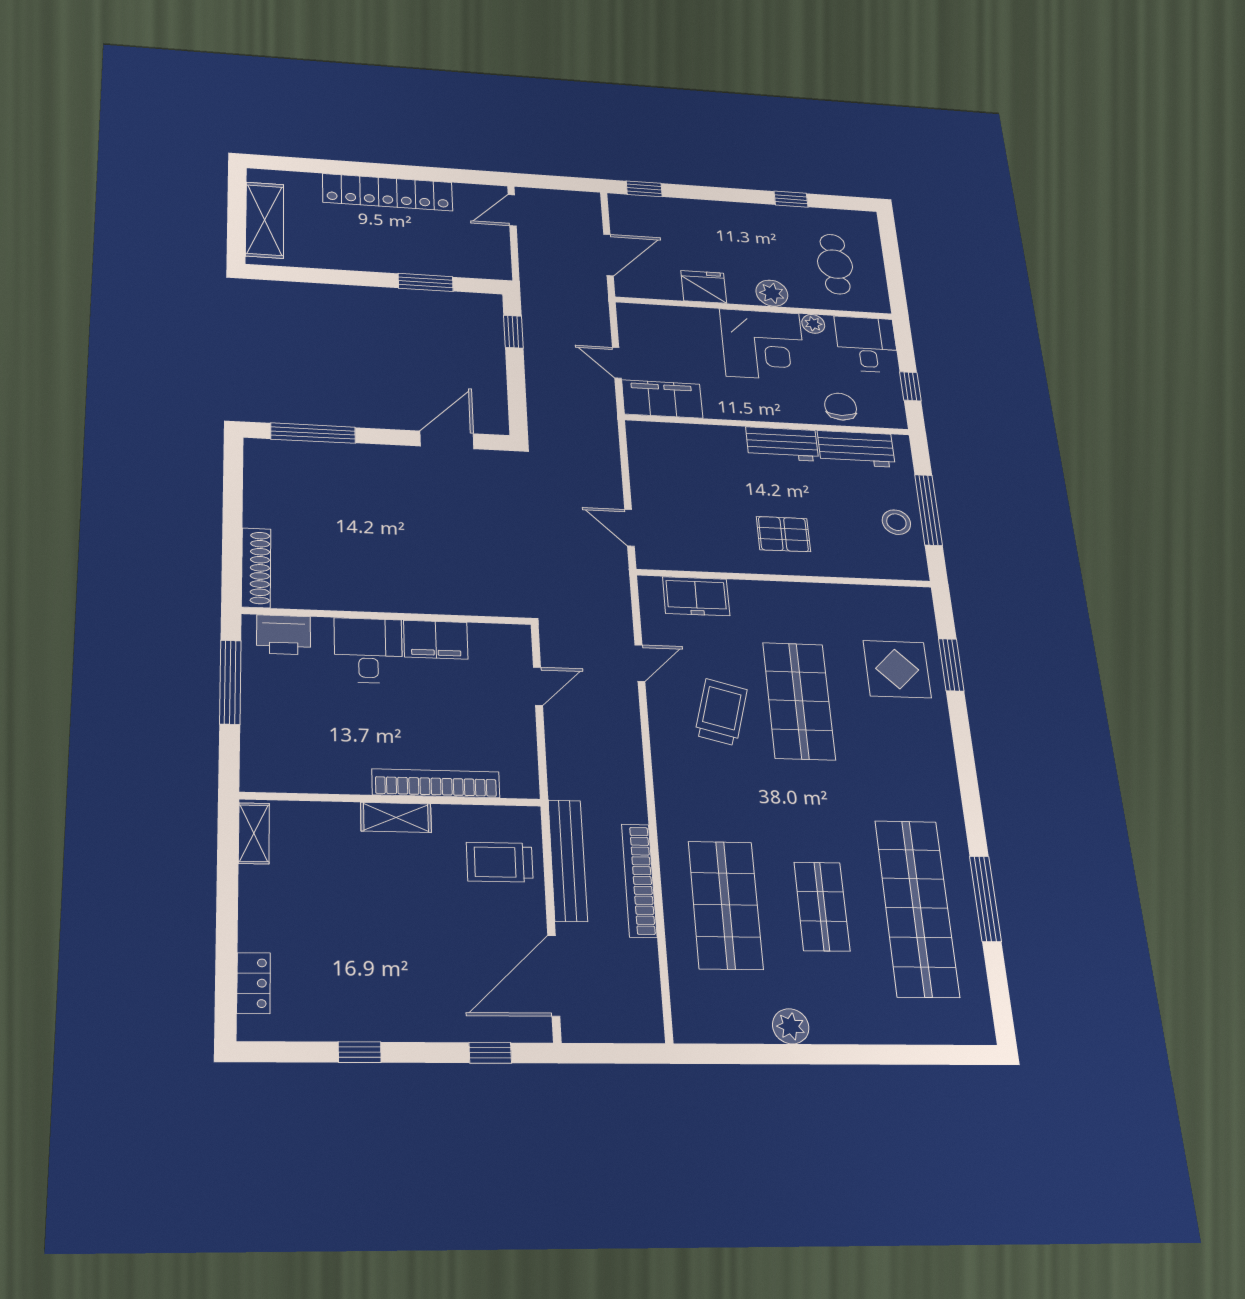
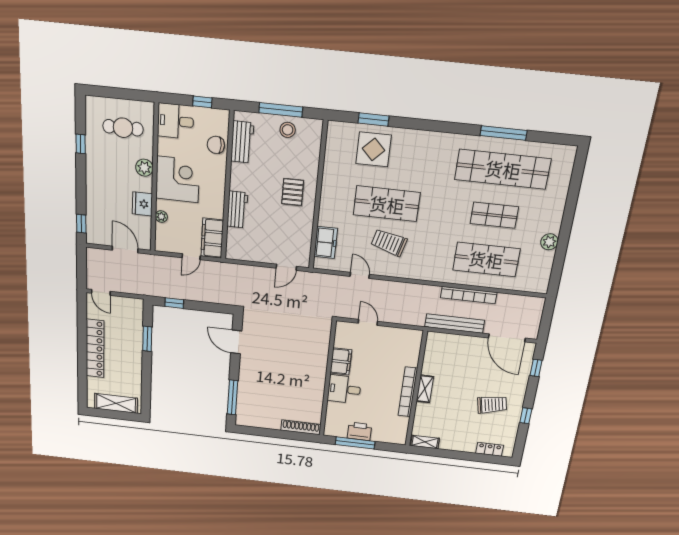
plant: (813, 324) -> (161, 217), moved
workbench: (782, 444) -> (237, 210), moved
printer: (284, 635) -> (359, 431), moved, turned -90
bookcase: (436, 783) -> (408, 392), moved
trolley: (500, 862) -> (492, 405), moved, turned -102

